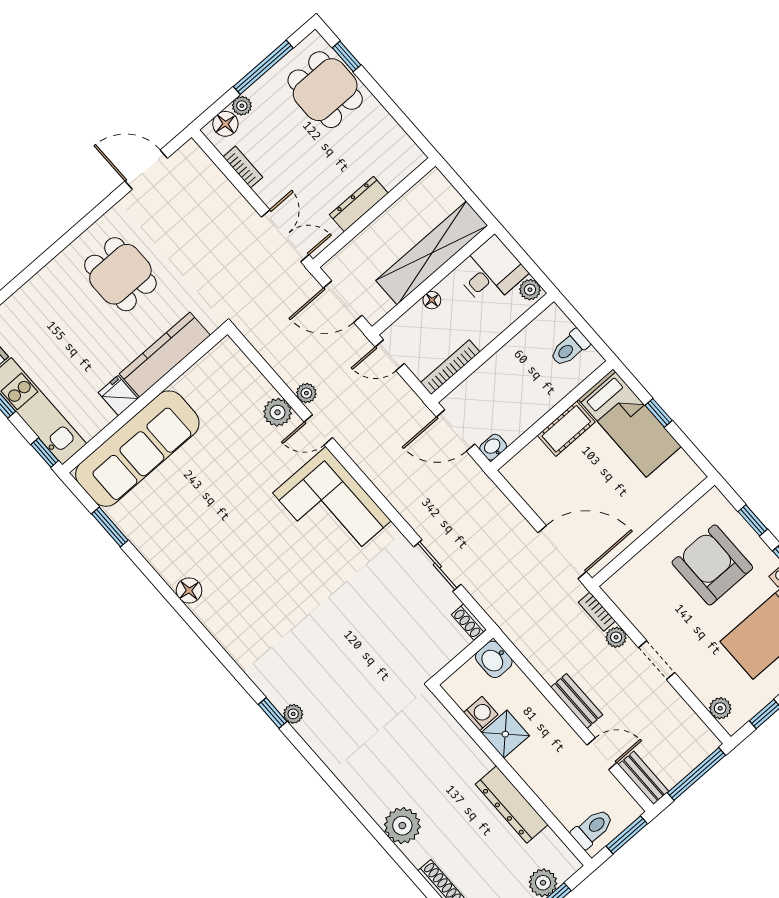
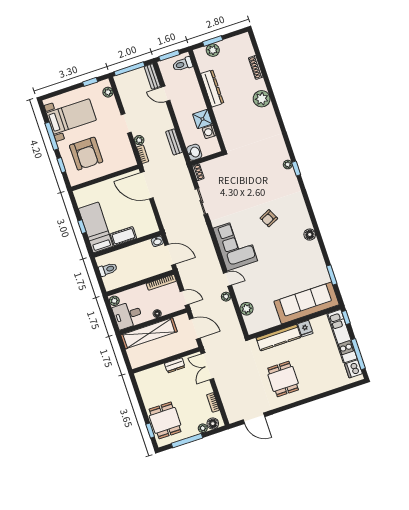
dresser: (359, 204) -> (175, 365), width x0.70
plant: (277, 412) -> (247, 309), moved
armchair: (286, 589) -> (269, 218), added
bench: (577, 701) -> (174, 142), moved

